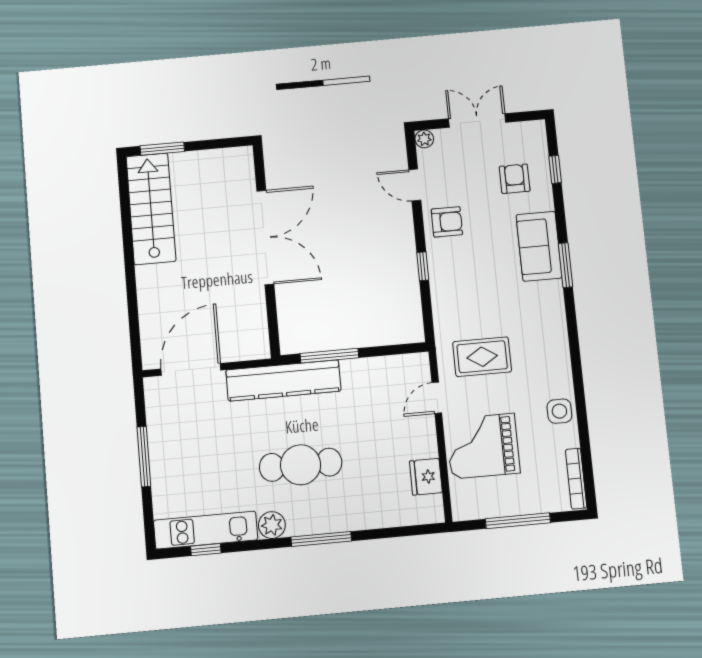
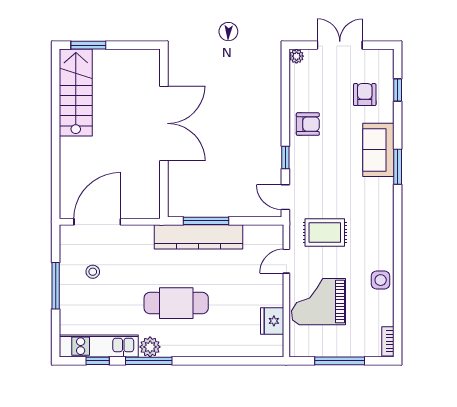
door: (415, 185) -> (285, 197), moved
kitchen counter: (283, 381) -> (198, 237), moved
stool: (190, 434) -> (93, 272), added
bookcase: (576, 479) -> (388, 341), width x0.64
window: (321, 539) -> (149, 361), moved

